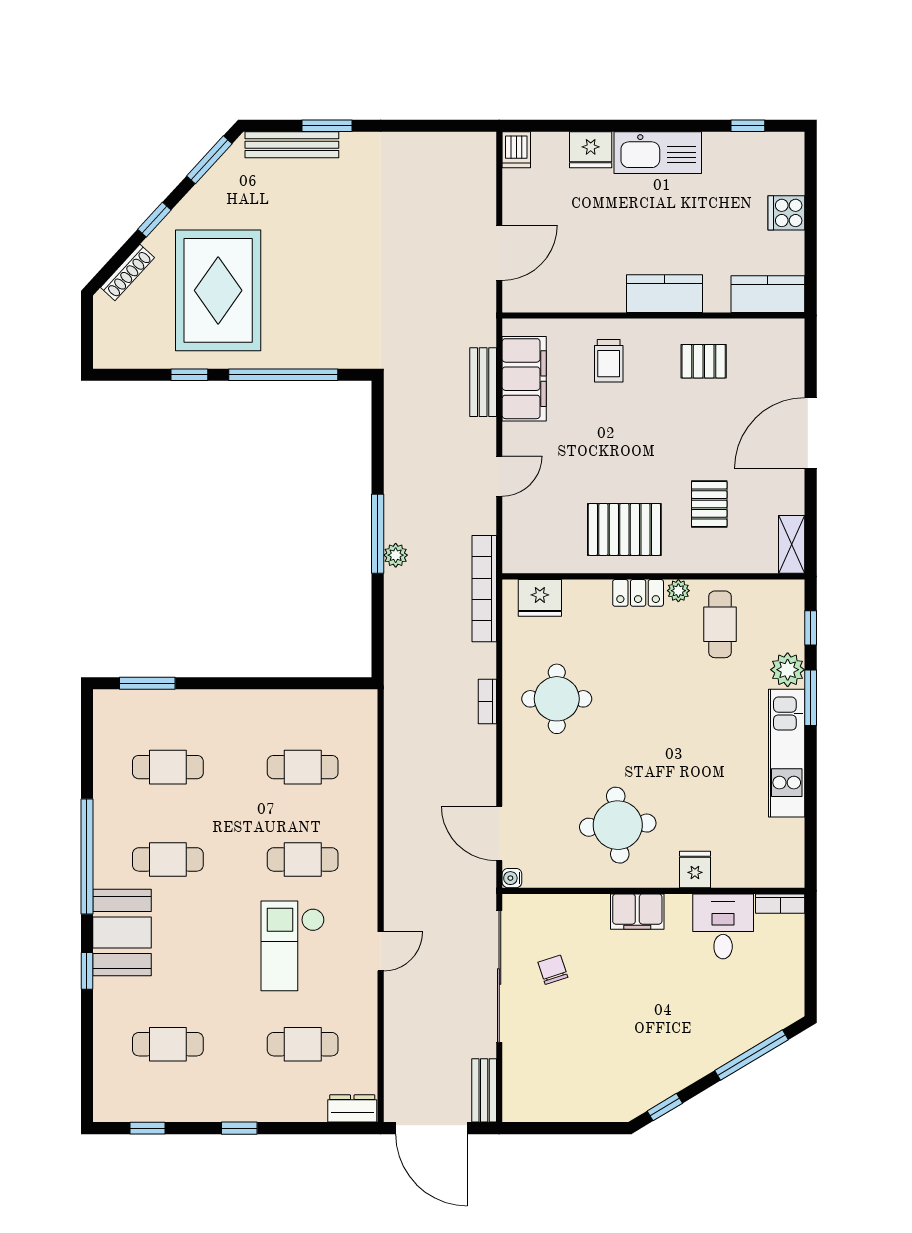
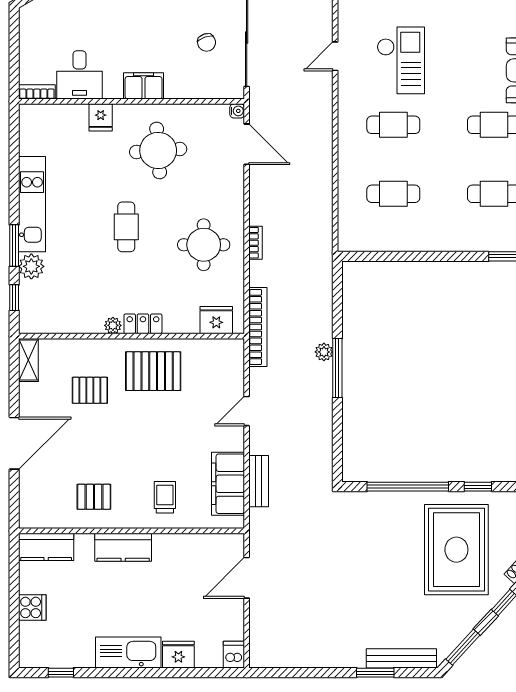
pallet: (709, 504) -> (90, 390), turned 90
cafe table: (720, 624) -> (126, 227), moved

